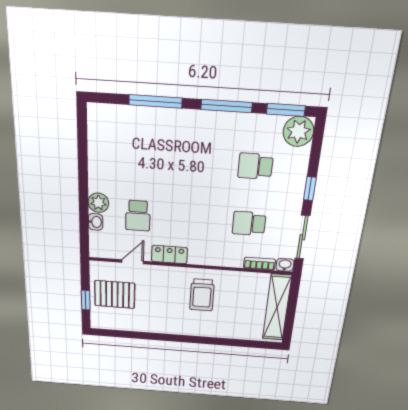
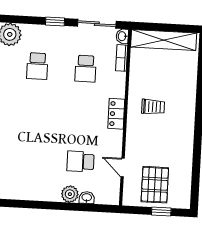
school desk: (138, 216) -> (80, 161), turned 180
locker: (169, 255) -> (116, 114), moved
trolley: (202, 295) -> (153, 107), width x0.73, depth x0.72

